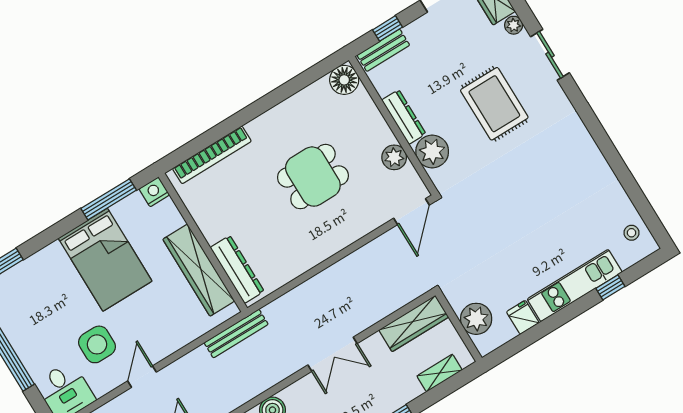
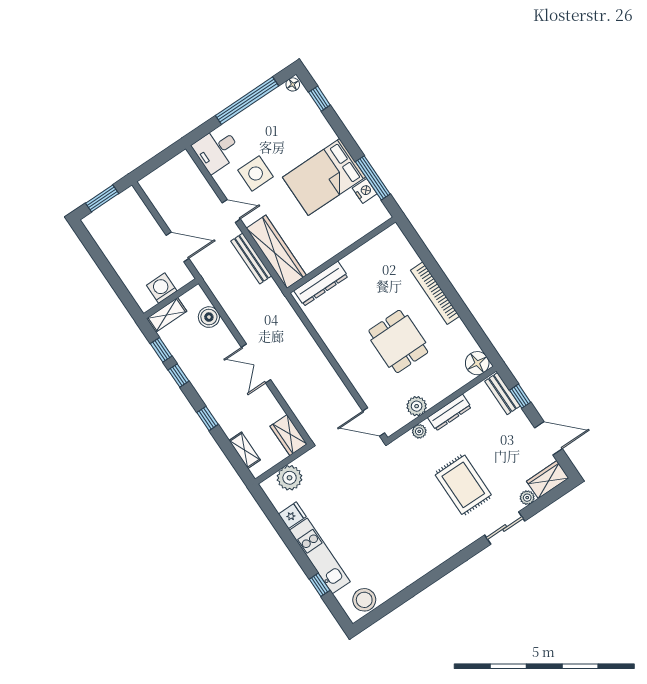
rug: (494, 104) -> (463, 485), turned 90
plant: (432, 151) -> (419, 431), width x0.53, depth x0.53
bookcase: (212, 155) -> (435, 293), moved
nightstand: (154, 192) -> (365, 191), moved
stool: (632, 233) -> (364, 600), width x1.89, depth x1.89
wardrobe: (199, 270) -> (276, 252), moved, turned 90
wardrobe: (414, 323) -> (289, 435), width x0.67
bench: (236, 334) -> (251, 258), moved

